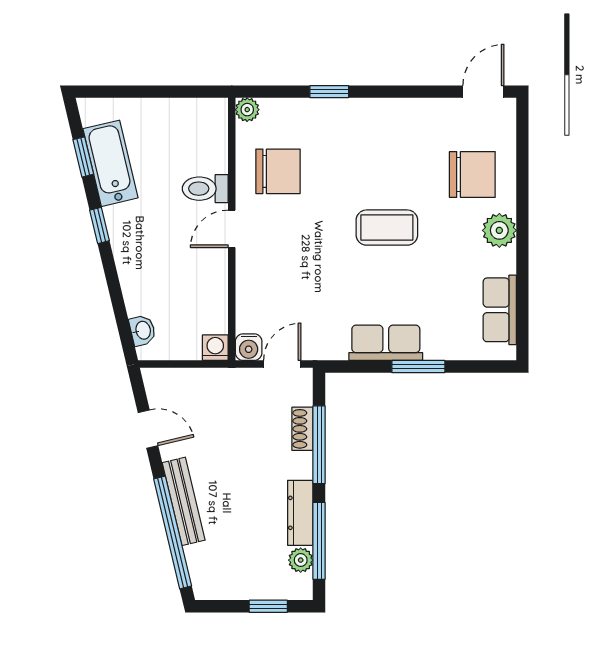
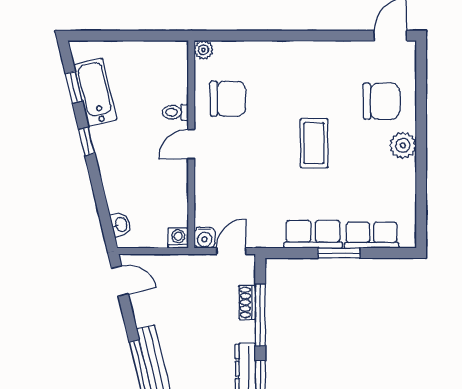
window: (329, 92) -> (268, 36), removed
toilet: (205, 189) -> (175, 112), width x0.73, depth x0.72
coffee table: (387, 228) -> (314, 143), turned 90
row of seats: (500, 310) -> (372, 235), moved, turned 90
door: (148, 429) -> (120, 281), moved

